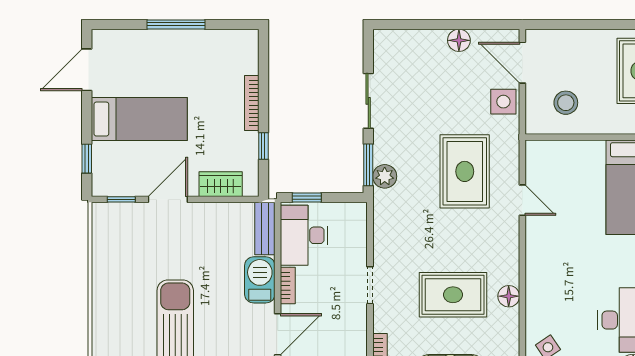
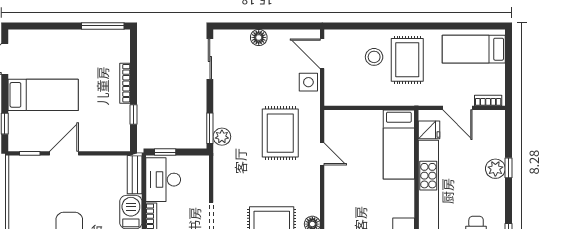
window: (176, 24) -> (103, 26), moved
floor lamp: (459, 40) -> (259, 37), moved
sliding door: (368, 101) -> (210, 59), moved
stool: (566, 103) -> (374, 57), moved
wardrobe: (221, 184) -> (102, 142), removed

